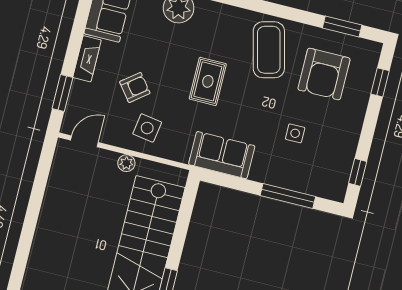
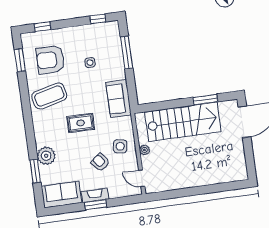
armchair: (324, 74) -> (50, 60), turned 180
window: (62, 93) -> (96, 205), moved

